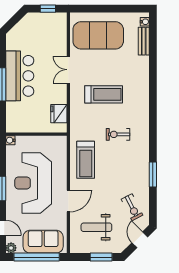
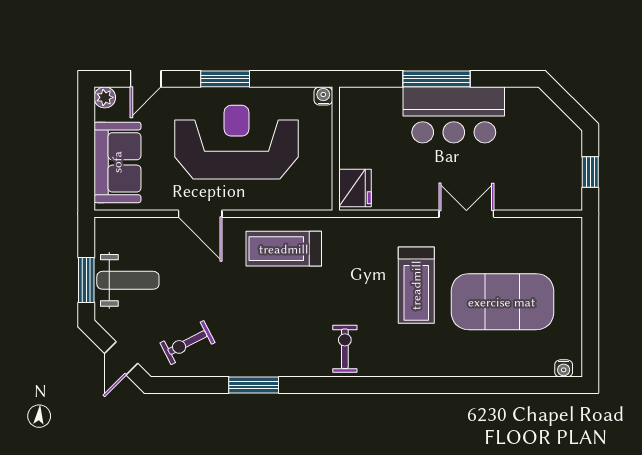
exercise mat: (98, 35) -> (502, 302), moved, turned 90
bench: (144, 41) -> (524, 366), removed
fridge: (59, 114) -> (355, 188), moved, turned 90
exercise bike: (118, 134) -> (345, 349), moved
weight bench: (96, 227) -> (128, 280), moved, turned 90
door: (140, 240) -> (121, 358), swing flipped
window: (37, 257) -> (86, 149), removed

